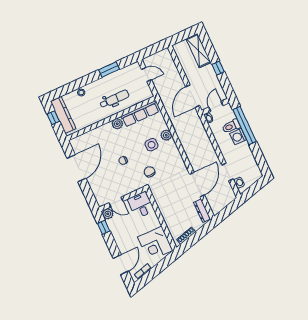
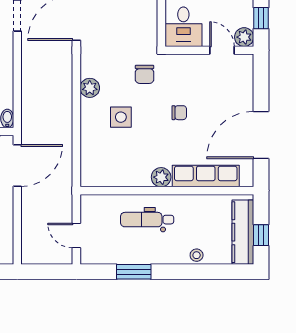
row of seats: (140, 114) -> (206, 176), moved
plant: (166, 135) -> (90, 88), moved

